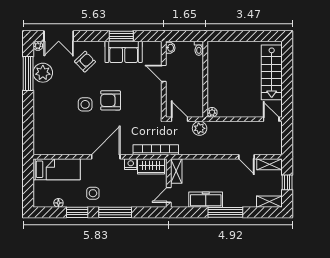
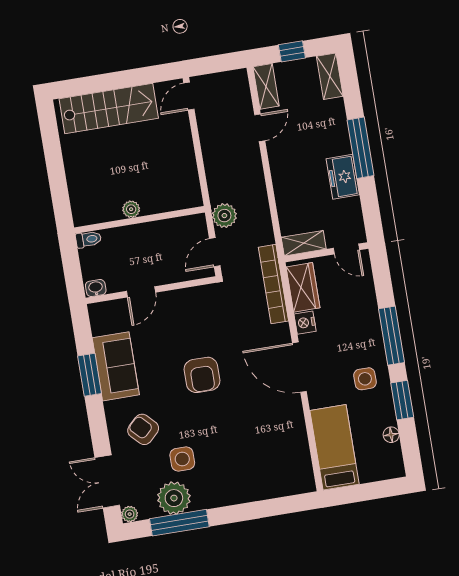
double door: (59, 36) -> (107, 481), swing flipped
side table: (85, 104) -> (182, 459), moved
plant: (212, 112) -> (131, 209), moved
freezer: (206, 200) -> (343, 177), width x0.71

